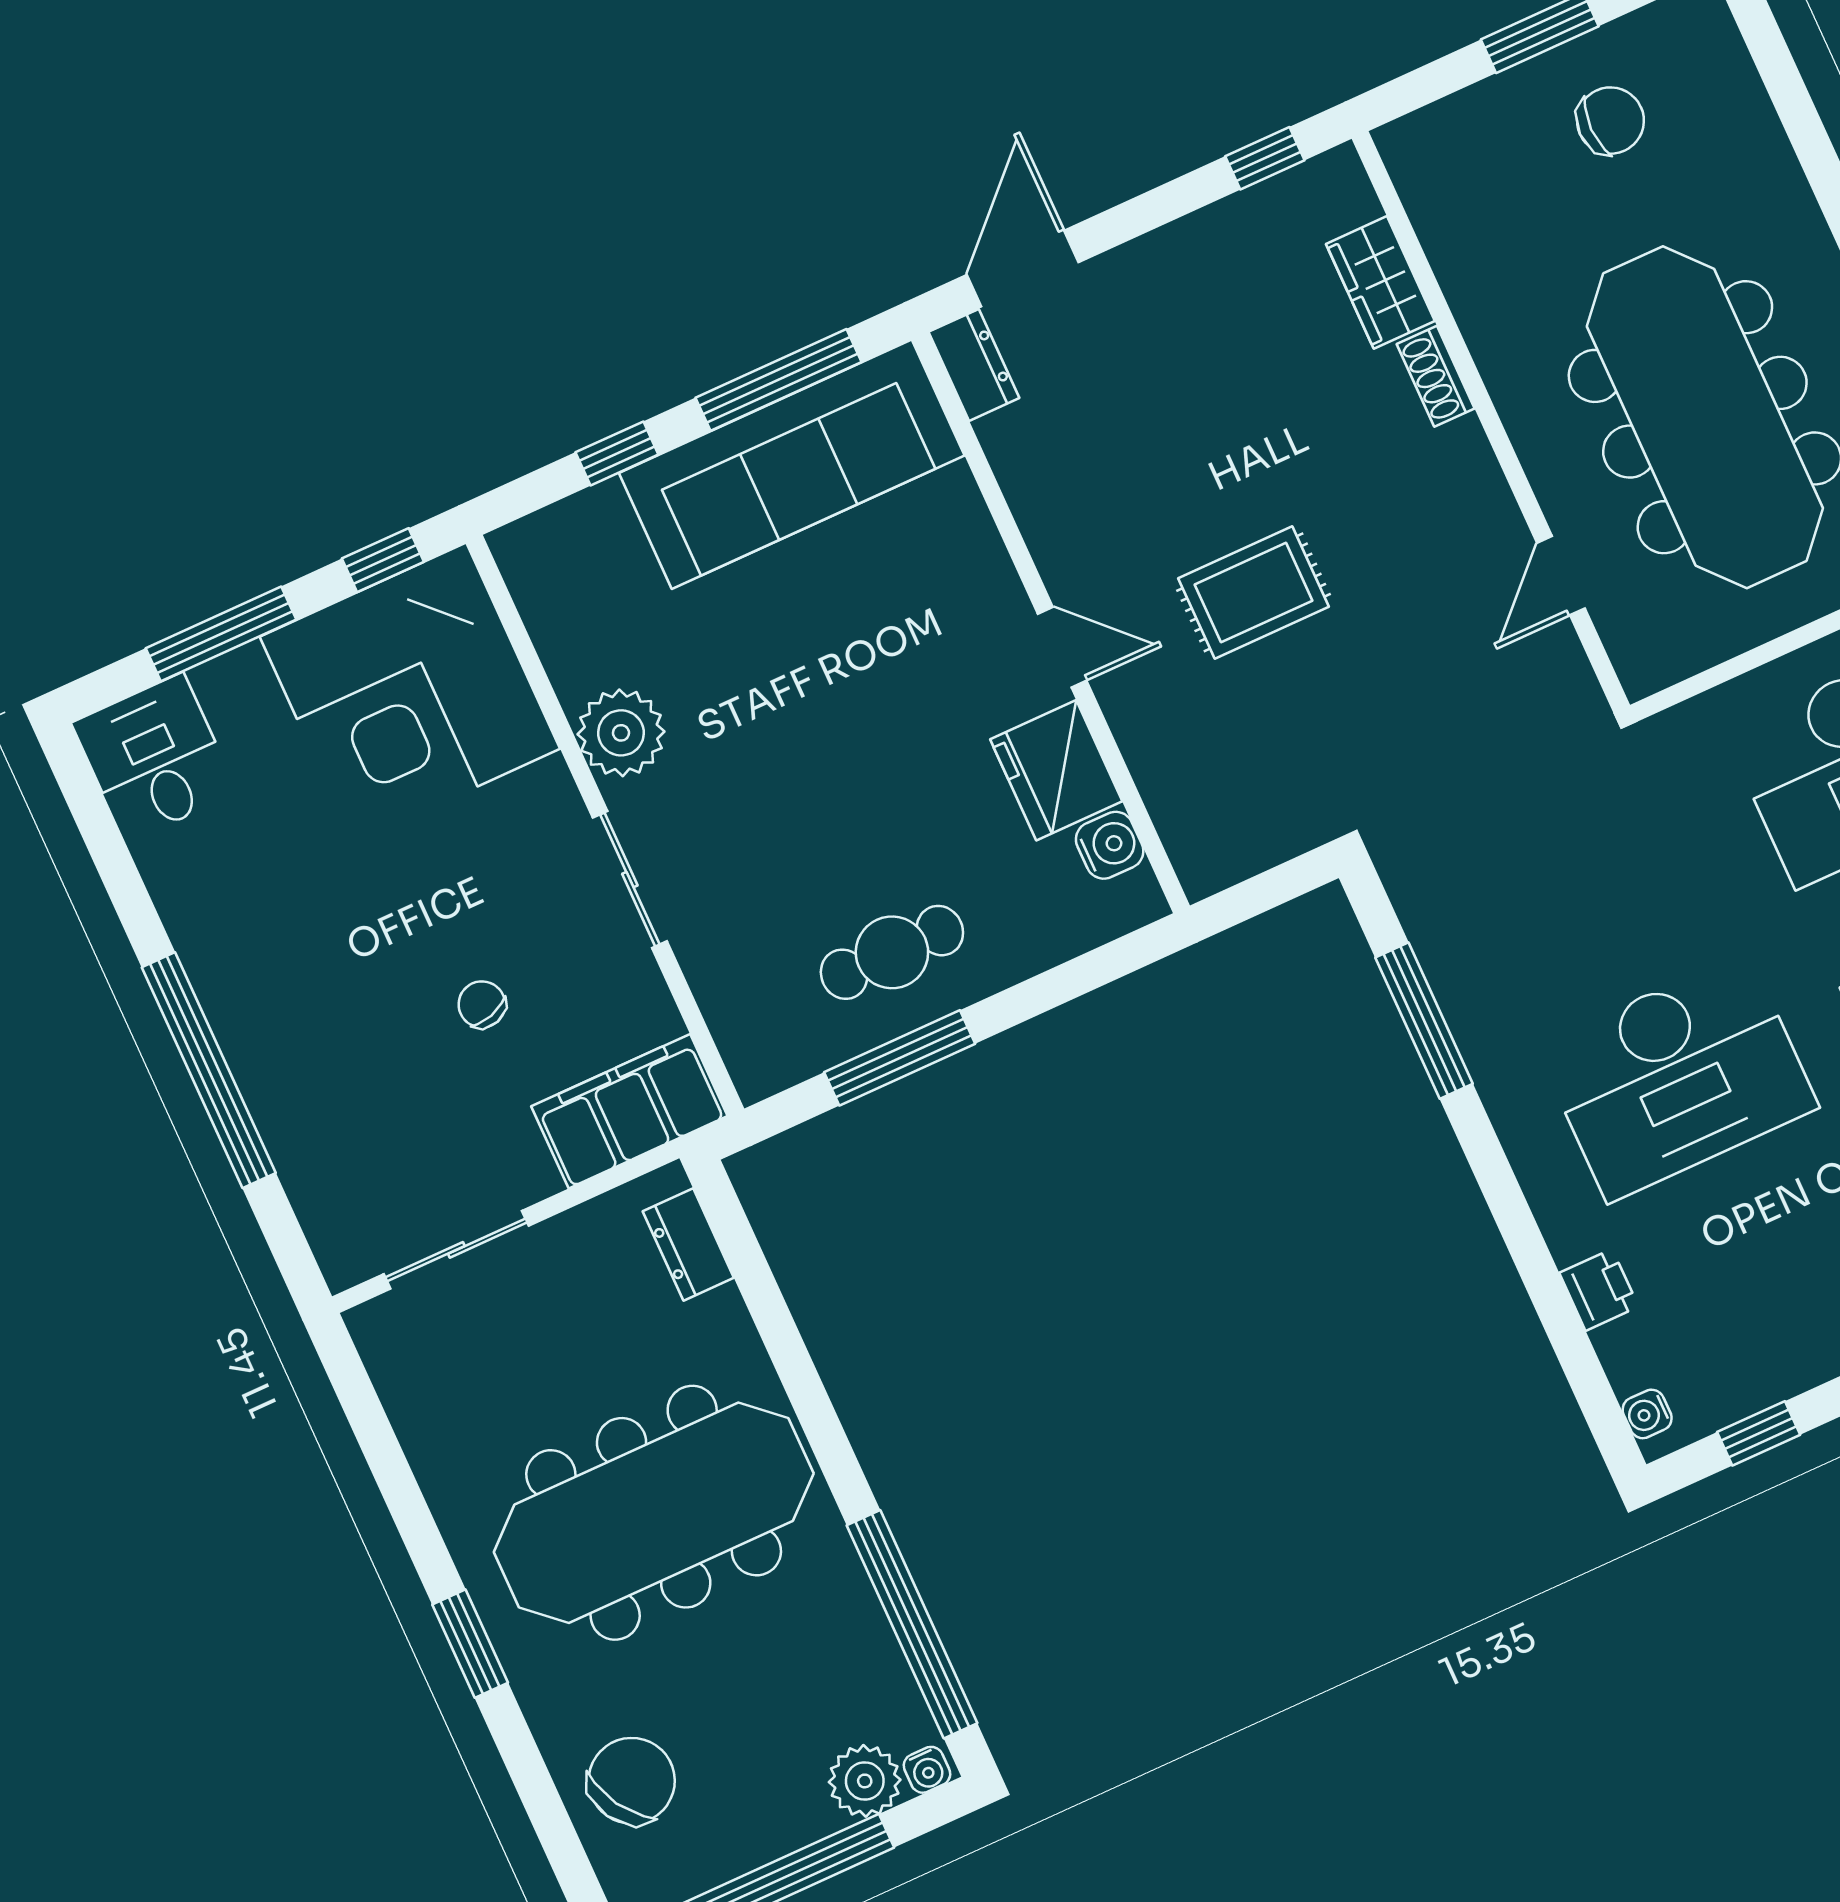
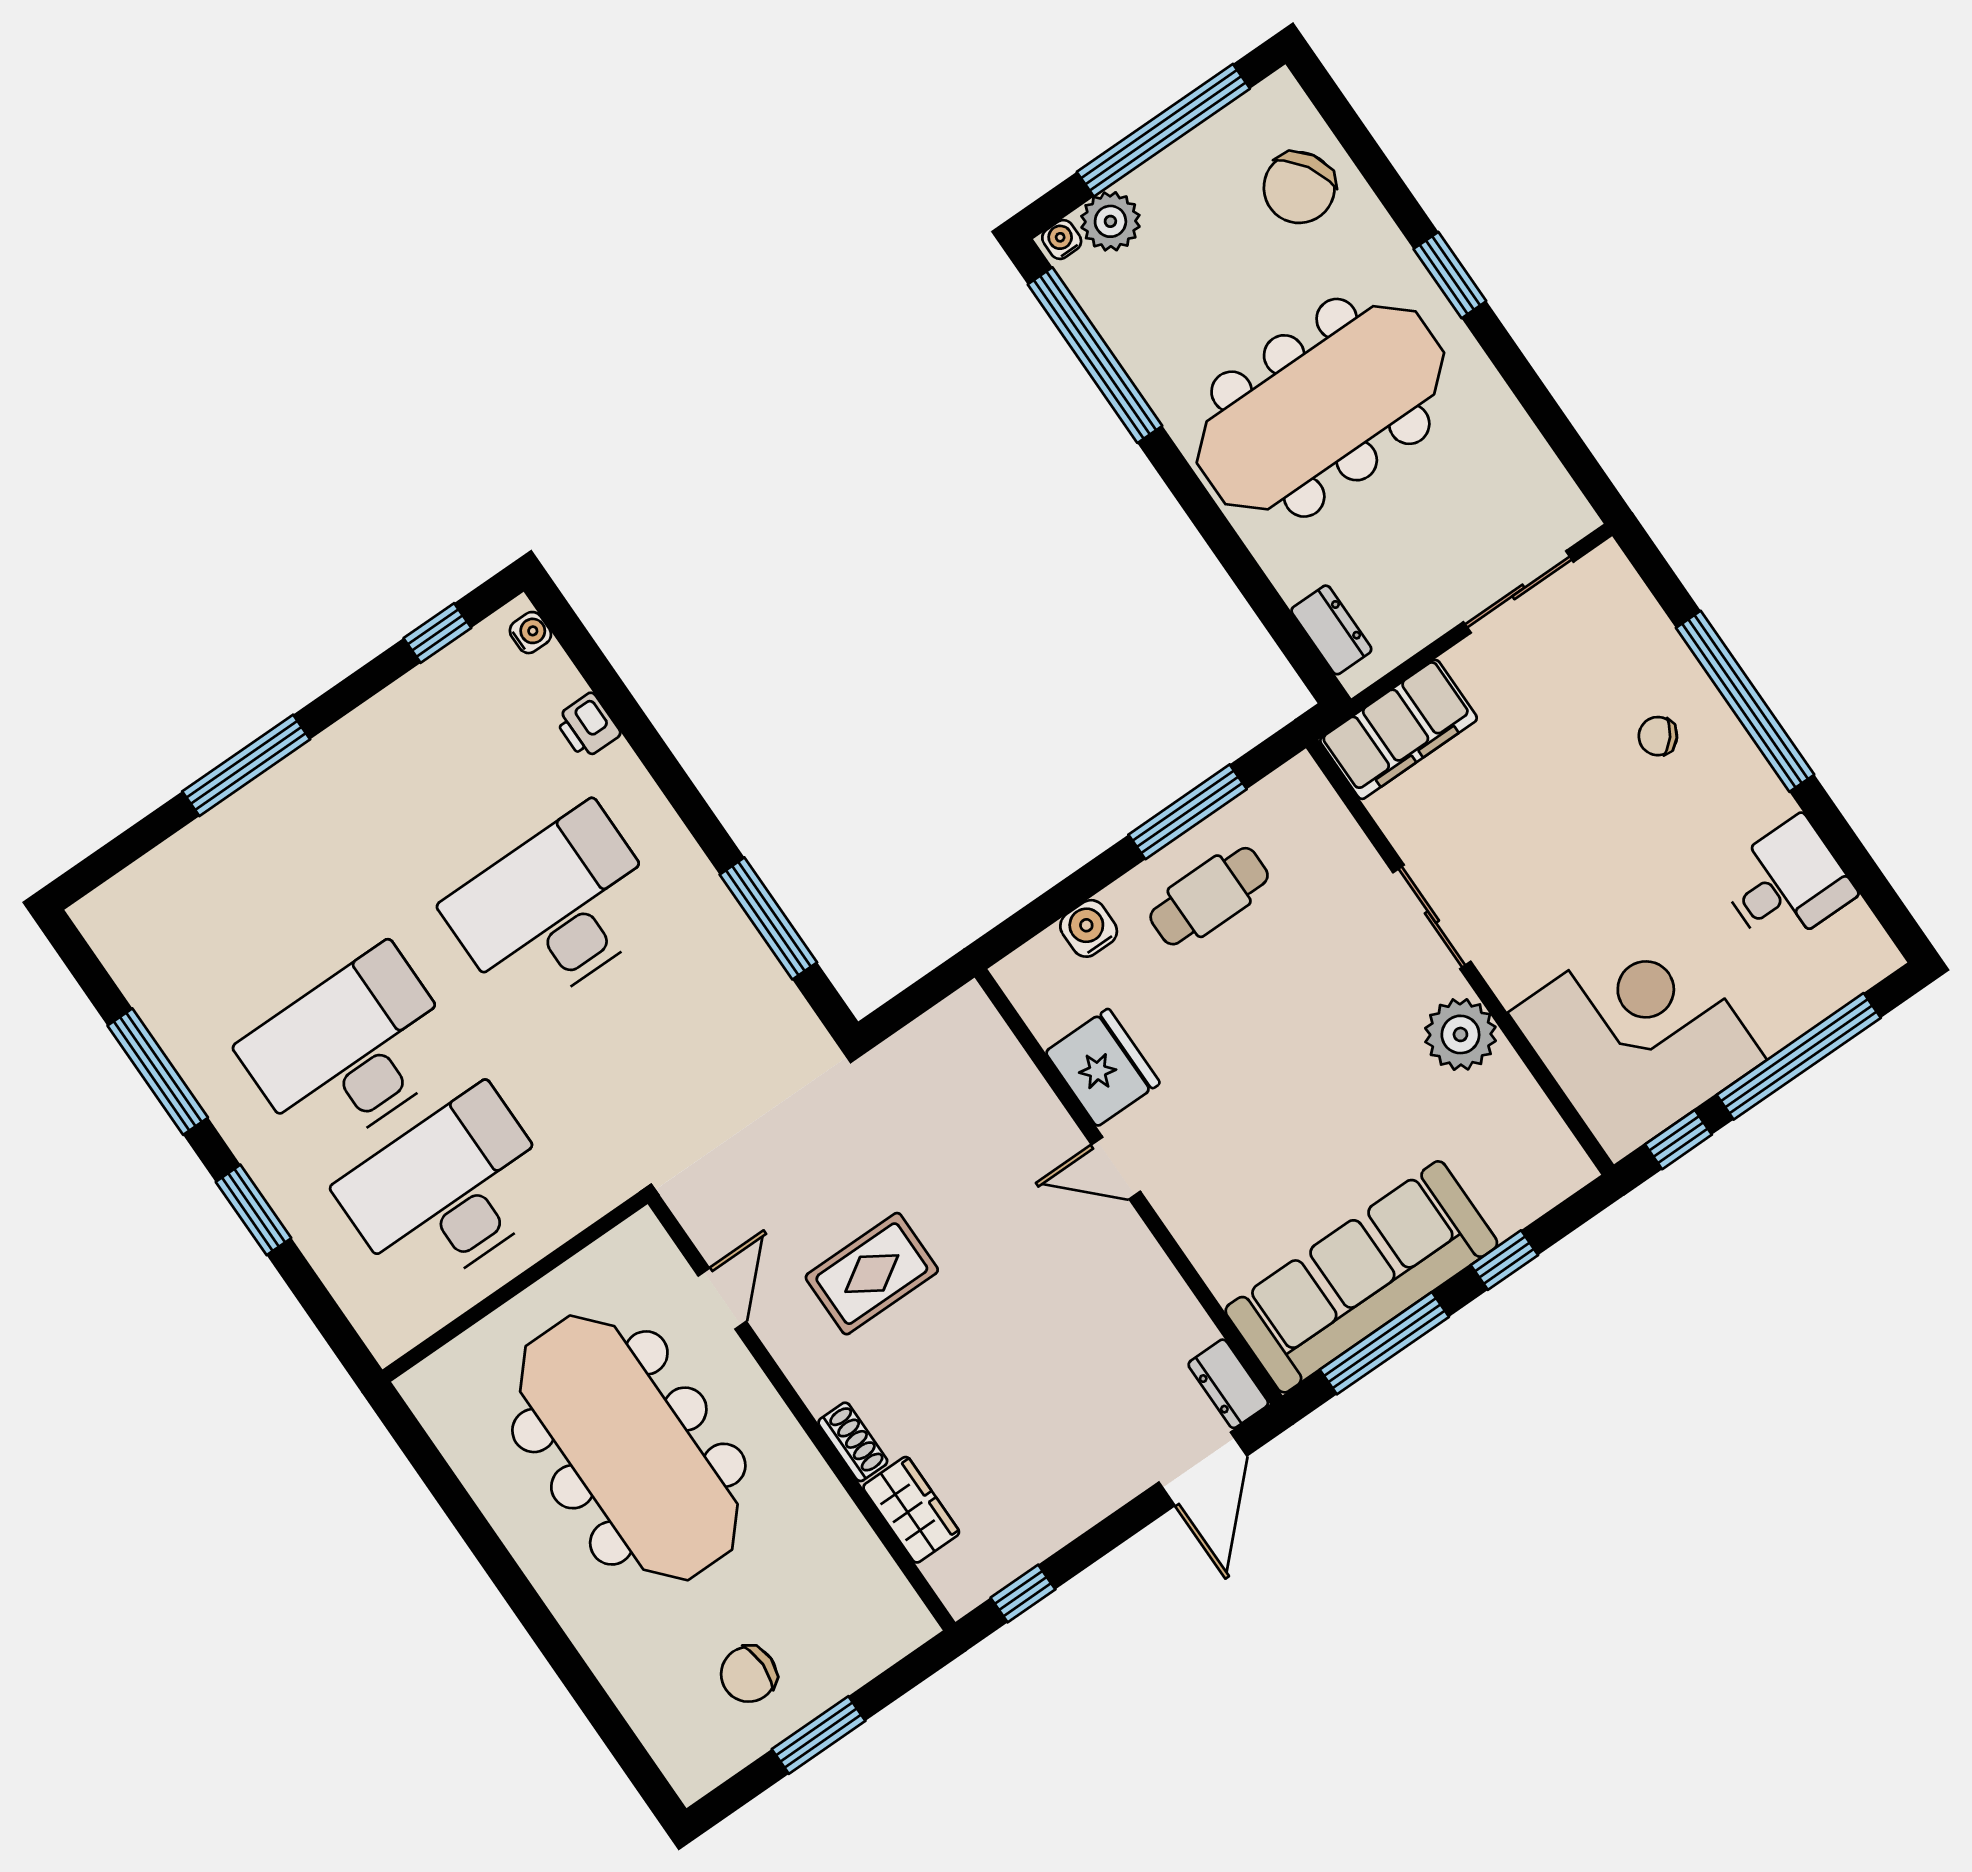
rug: (1253, 593) -> (872, 1274), moved
window: (221, 634) -> (1799, 1056), width x1.46
desk: (155, 758) -> (1786, 884), moved, turned -90
water cooler: (1110, 845) -> (1089, 928), moved, turned 90
chair: (482, 1004) -> (1658, 736), moved, turned 147

